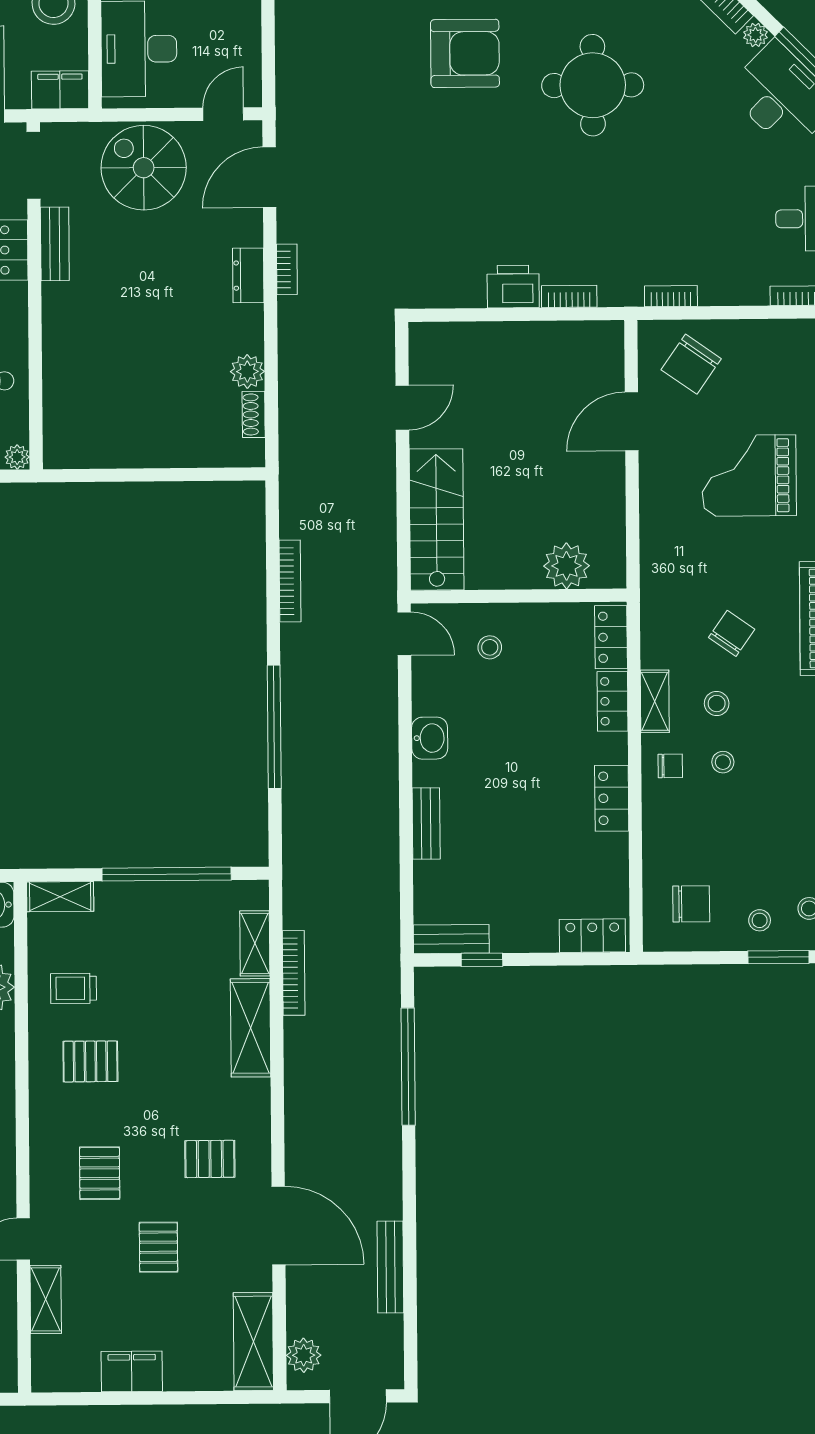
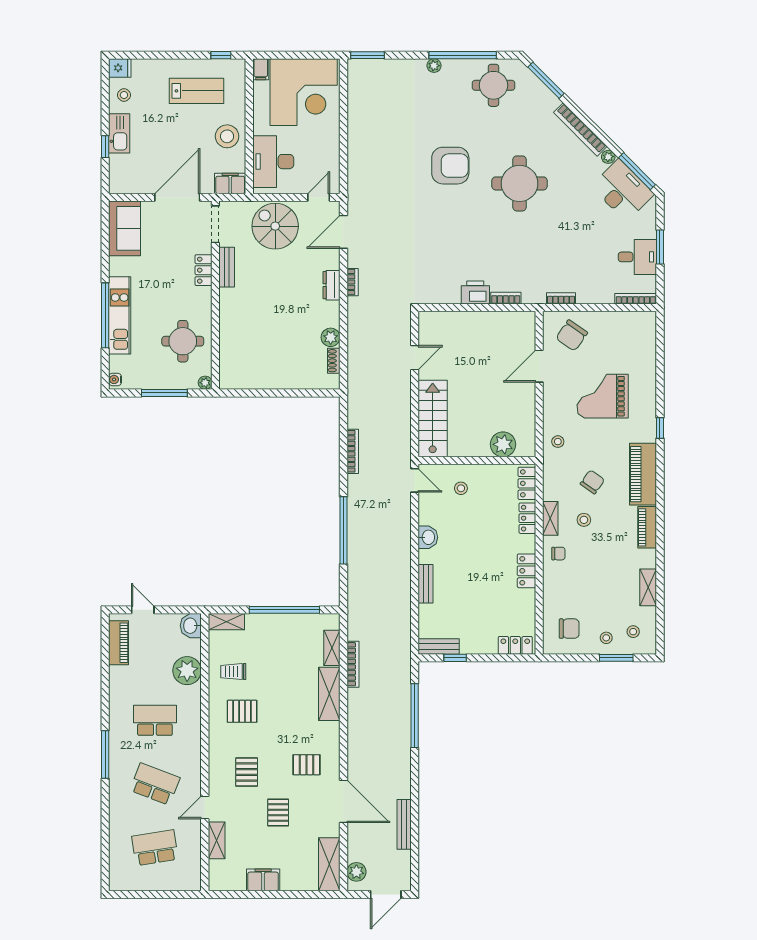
stool: (723, 762) -> (558, 442), moved

